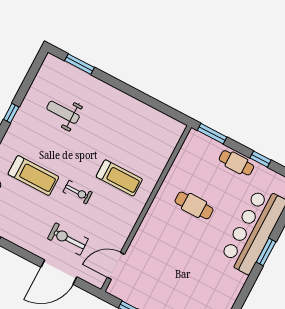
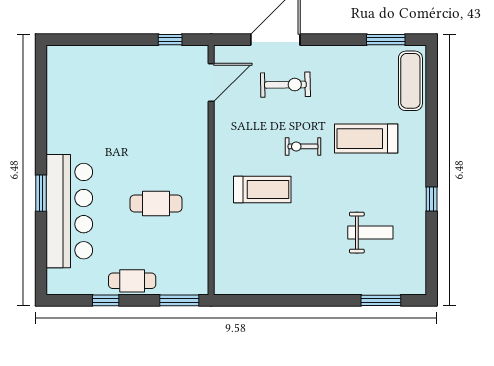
treadmill: (119, 178) -> (262, 189), turned 180

